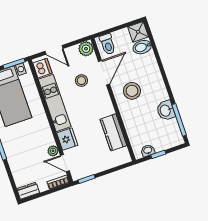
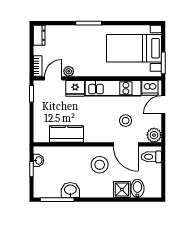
shower: (138, 32) -> (122, 190), moved

